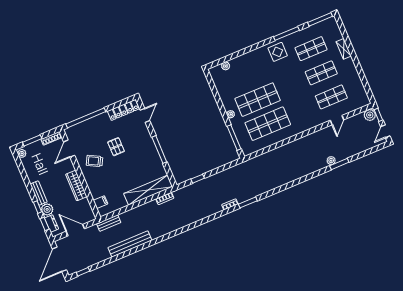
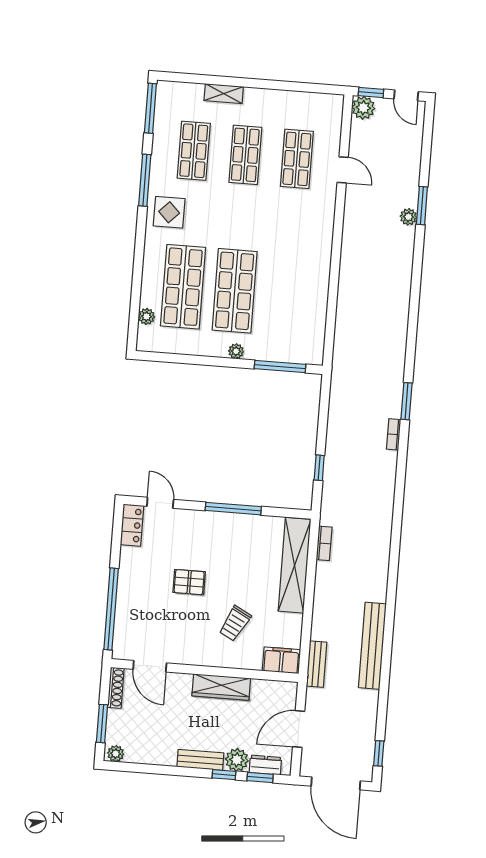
locker: (123, 110) -> (132, 525), width x0.66
shop shelf: (268, 124) -> (183, 287), moved
trolley: (95, 161) -> (235, 623), moved
filing cabinet: (100, 202) -> (281, 660), width x2.00

